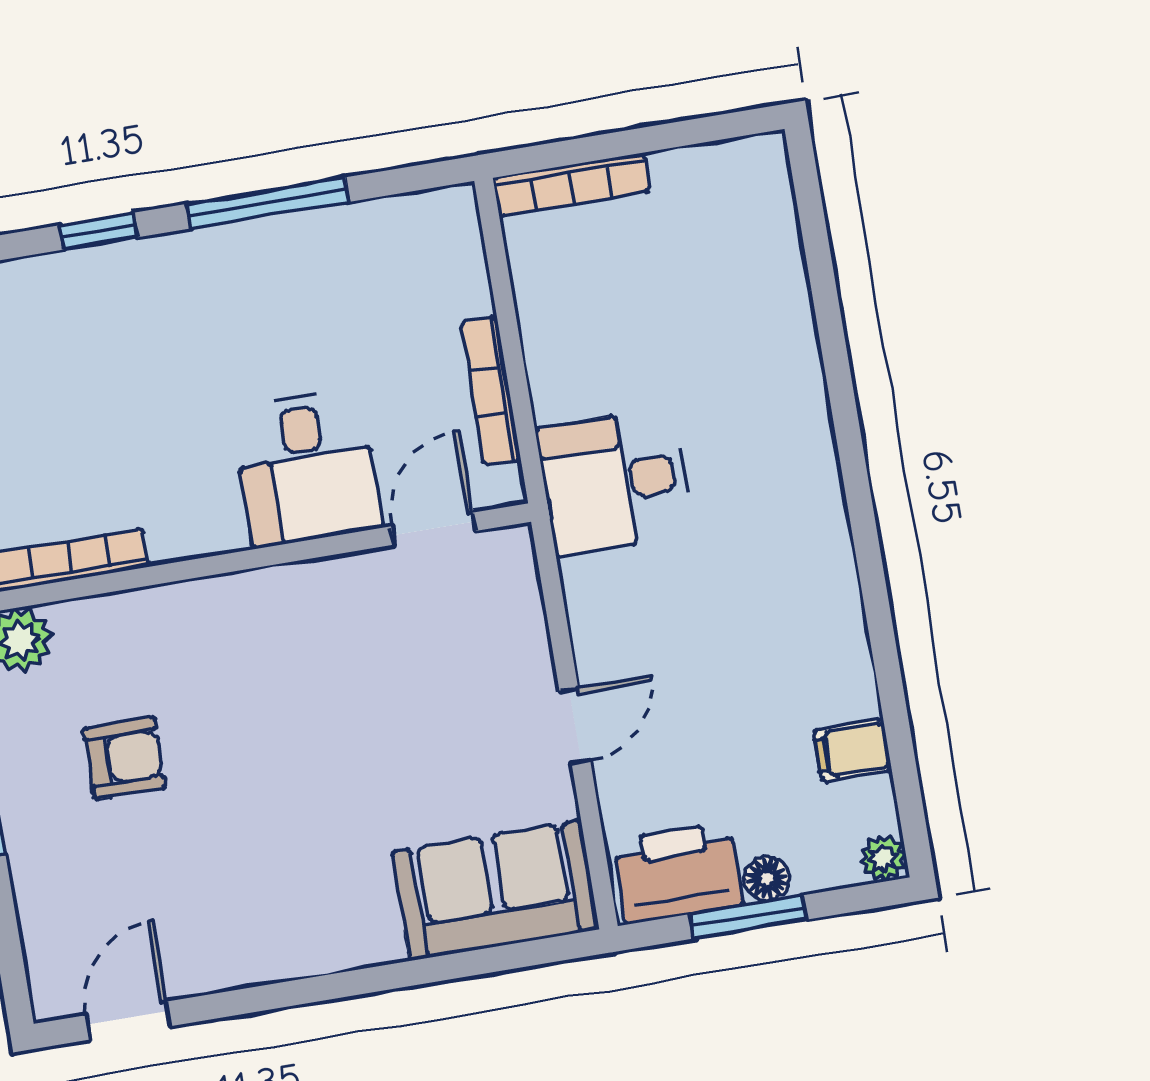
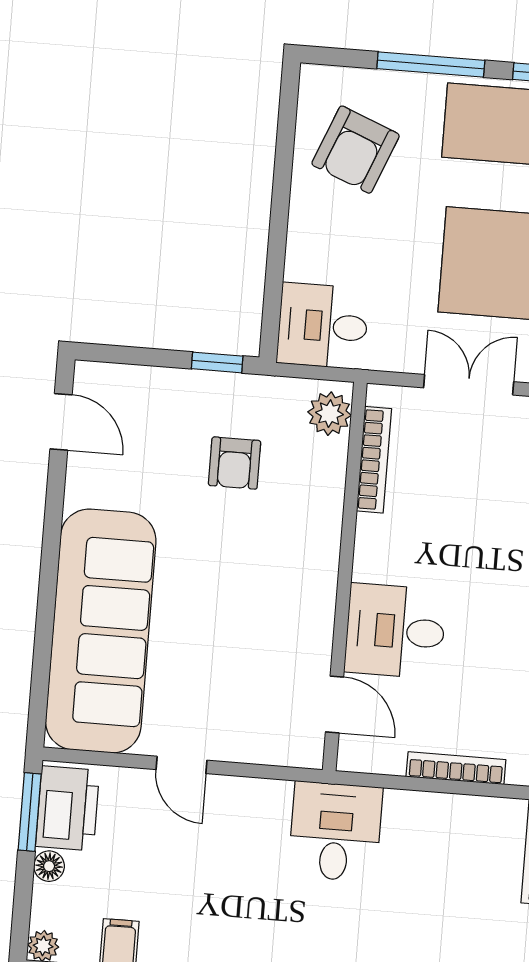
bookcase: (491, 391) -> (456, 768), moved
sofa: (496, 890) -> (101, 631), width x1.85, depth x1.27
window: (748, 917) -> (30, 812), moved

